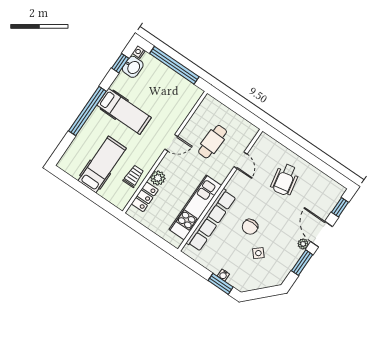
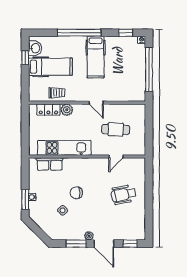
washbasin: (133, 67) -> (35, 48), moved, turned -90
window: (75, 184) -> (25, 58), added
row of seats: (211, 220) -> (50, 164), width x0.50
door: (322, 234) -> (104, 244), swing flipped

